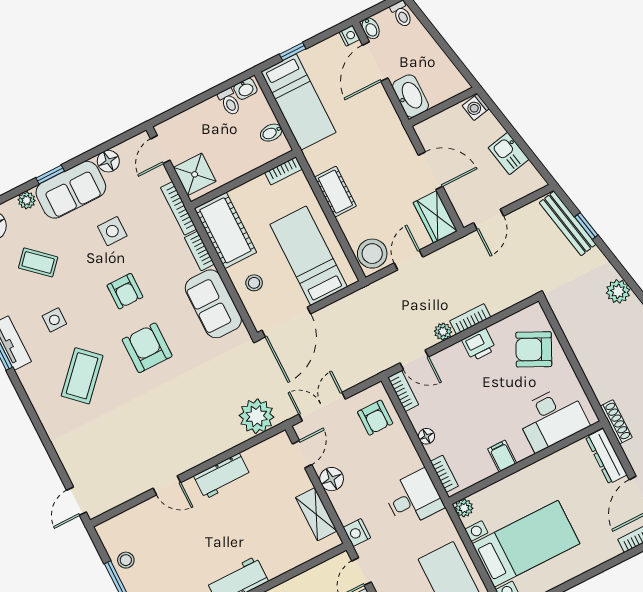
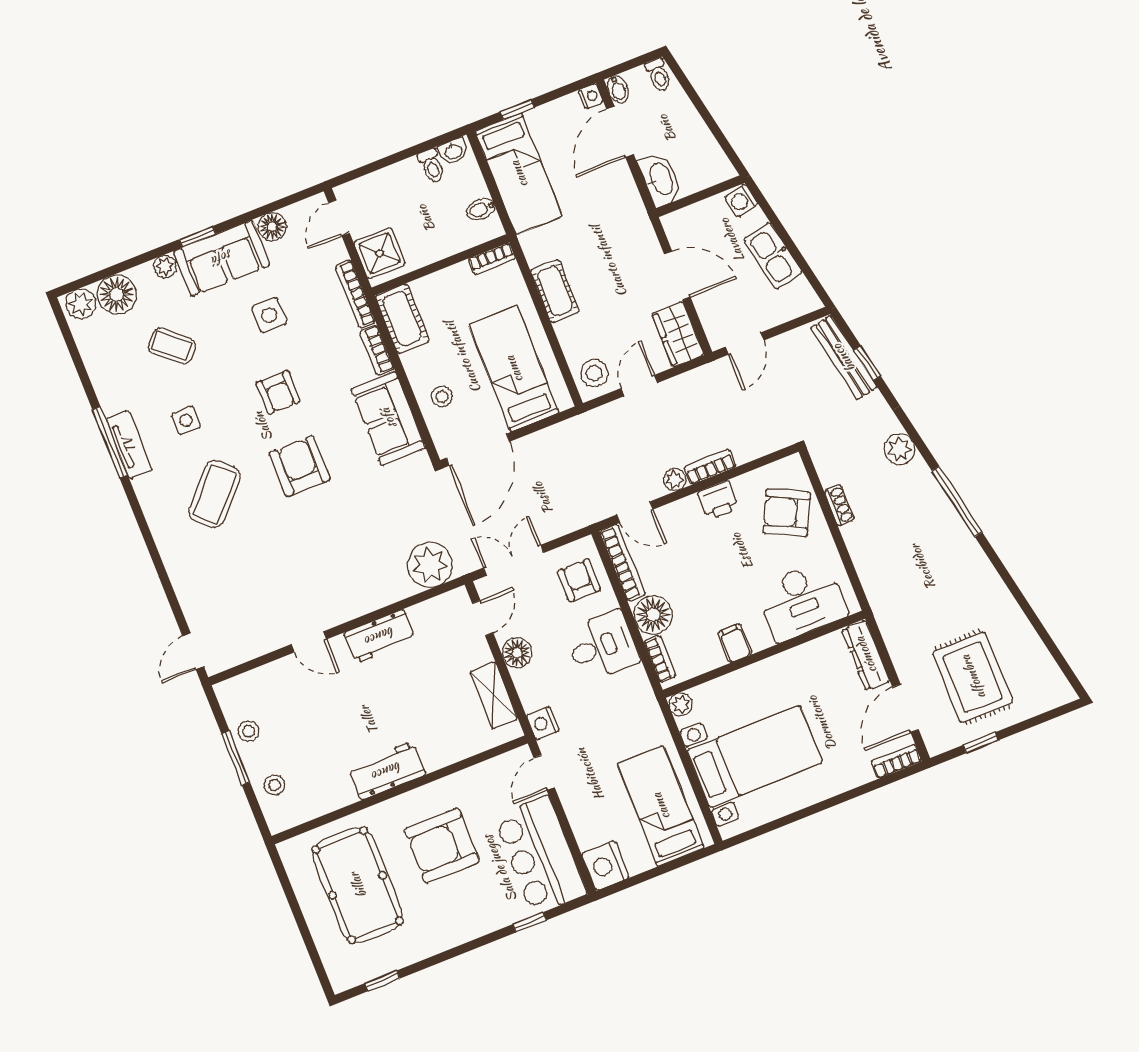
kitchen sink: (509, 153) -> (773, 256), width x1.38
cot: (225, 230) -> (402, 319), width x0.73, depth x0.75
stool: (372, 254) -> (594, 373), width x0.73, depth x0.73
bookcase: (403, 391) -> (623, 563), width x1.56
armchair: (375, 418) -> (579, 580), turned 180
shoe rack: (616, 422) -> (839, 505), moved, width x0.70
floor lamp: (426, 436) -> (653, 615), width x1.89, depth x1.89
desk: (414, 498) -> (602, 646), moved

